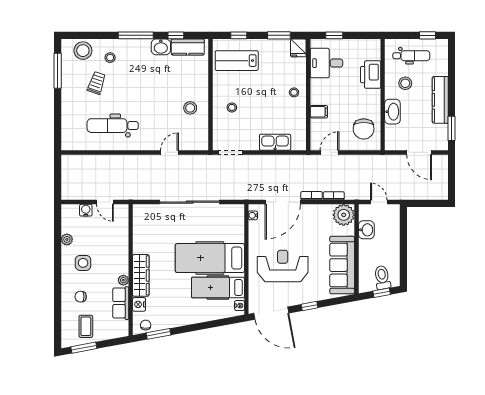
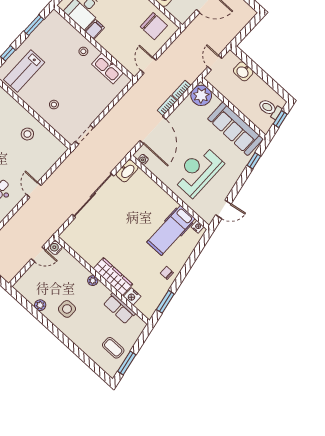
fridge: (298, 48) -> (55, 20), removed
filing cabinet: (319, 112) -> (95, 29), moved
kitchen sink: (275, 142) -> (108, 68), moved, turned -90
door: (170, 152) -> (34, 190), moved
door: (379, 202) -> (215, 63), hinge flipped
water cooler: (86, 210) -> (55, 248), moved
washbasin: (233, 211) -> (127, 171), added
washbasin: (366, 230) -> (243, 71), moved, turned 180
hospital bed: (210, 258) -> (145, 217), removed
plant: (123, 280) -> (93, 281), moved
chair: (81, 297) -> (89, 332), removed
window: (310, 306) -> (254, 161), moved
door: (271, 313) -> (223, 209), width x0.53
chair: (146, 325) -> (167, 273), moved

